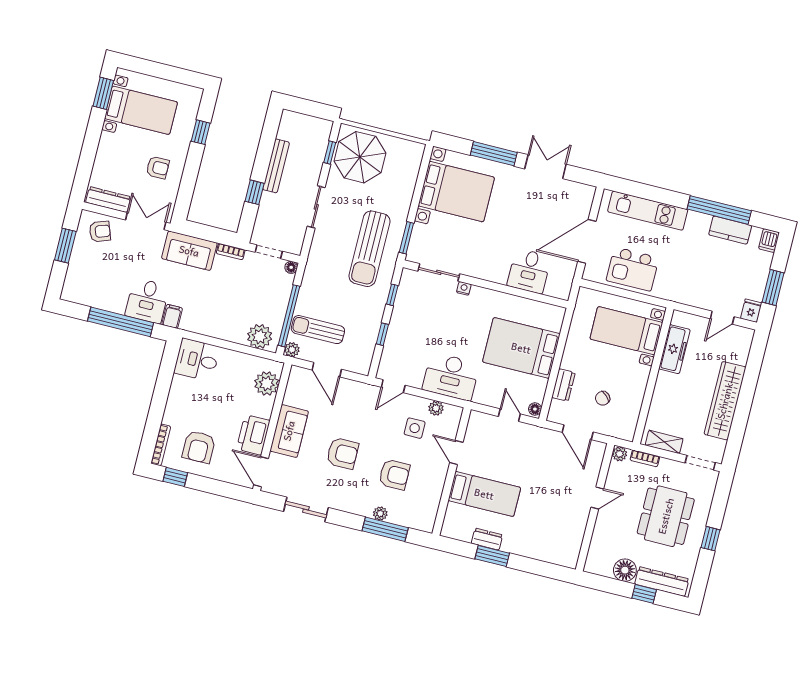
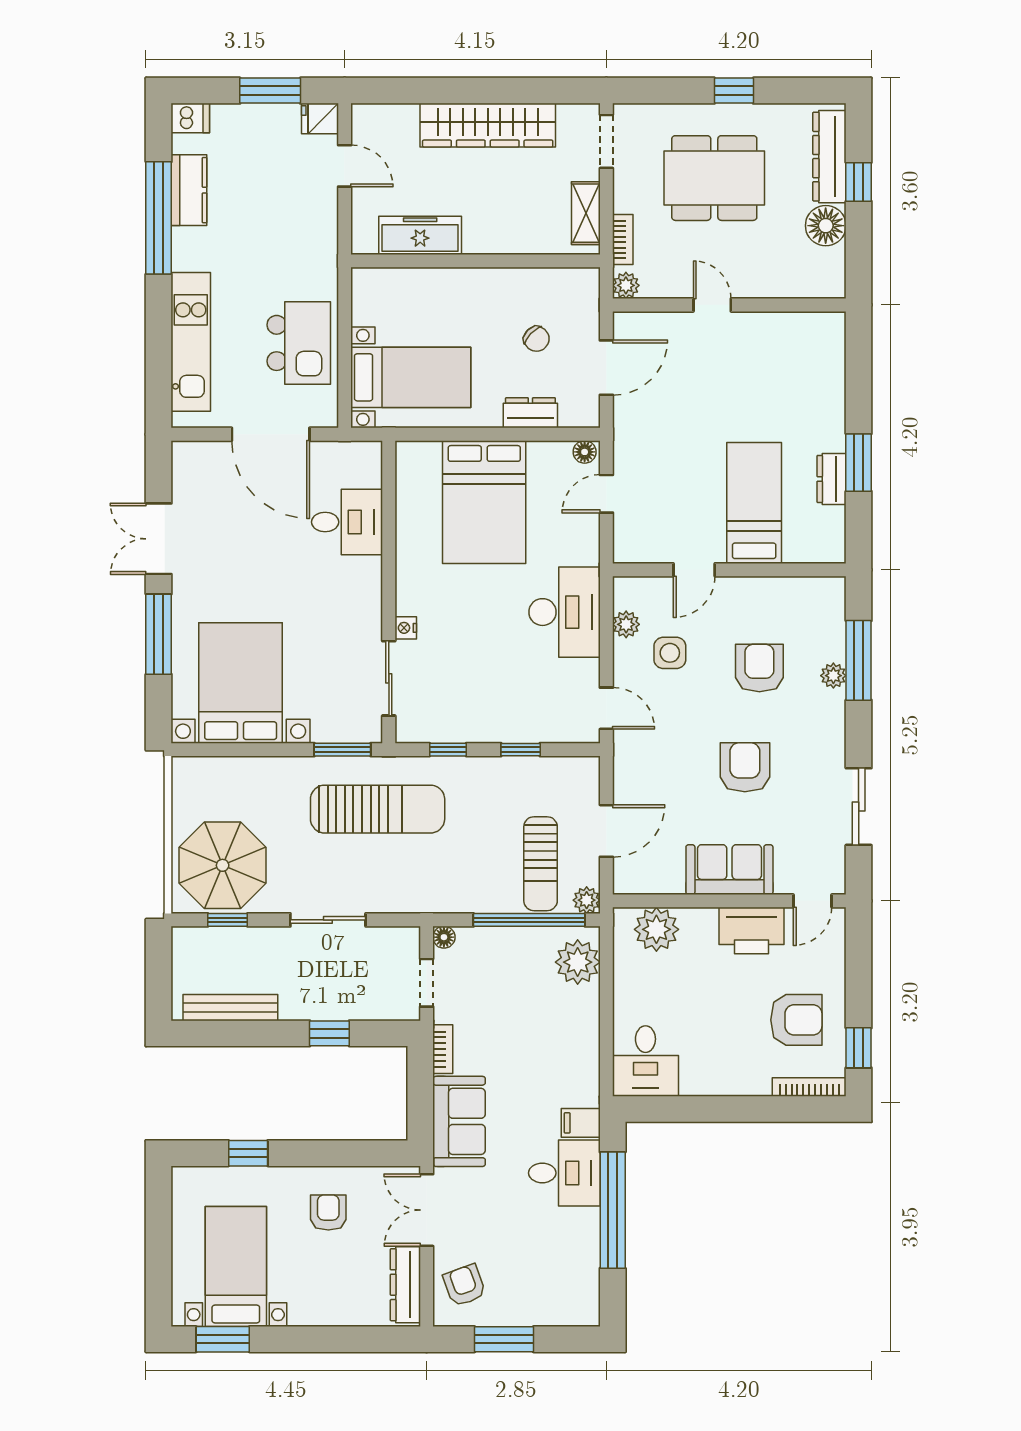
bench: (276, 166) -> (230, 1008), moved
bed with nightstands: (626, 331) -> (411, 377), moved, turned -90
door: (261, 472) -> (813, 901), width x0.73

